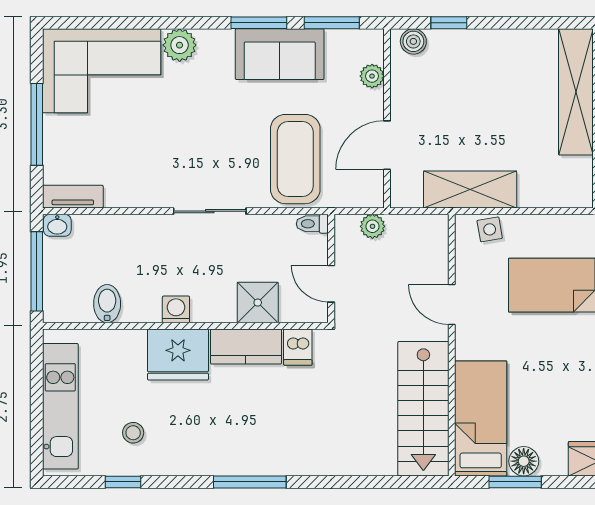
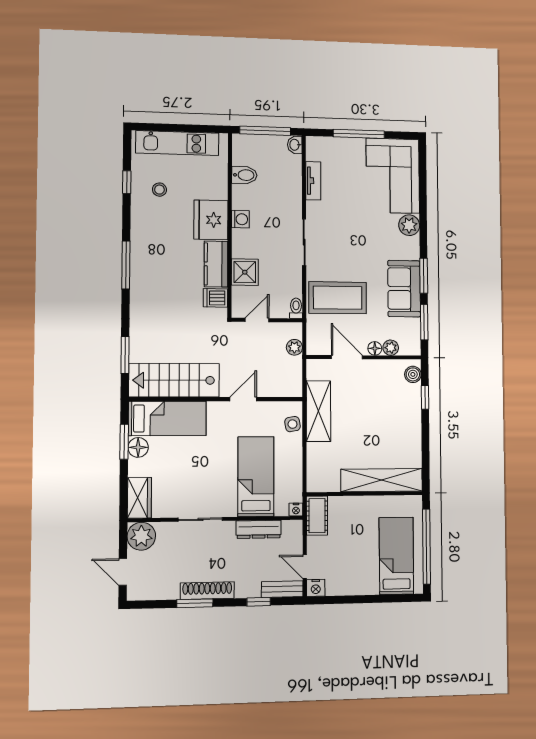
floor lamp: (373, 101) -> (375, 348), added
tv unit: (73, 197) -> (313, 181), moved
window: (386, 482) -> (125, 355), added

